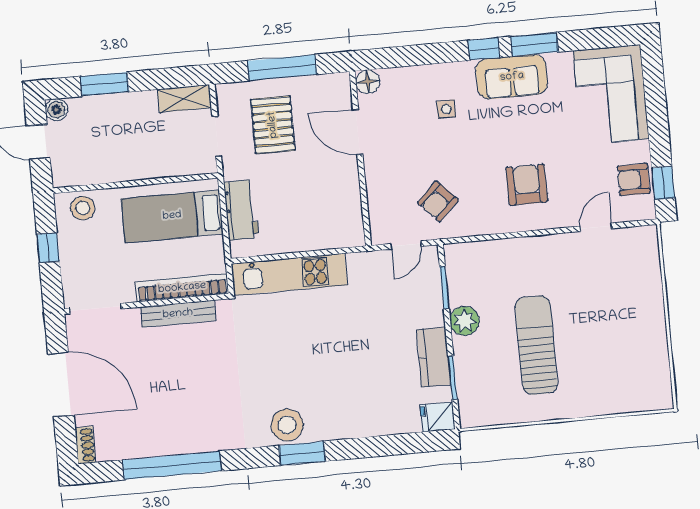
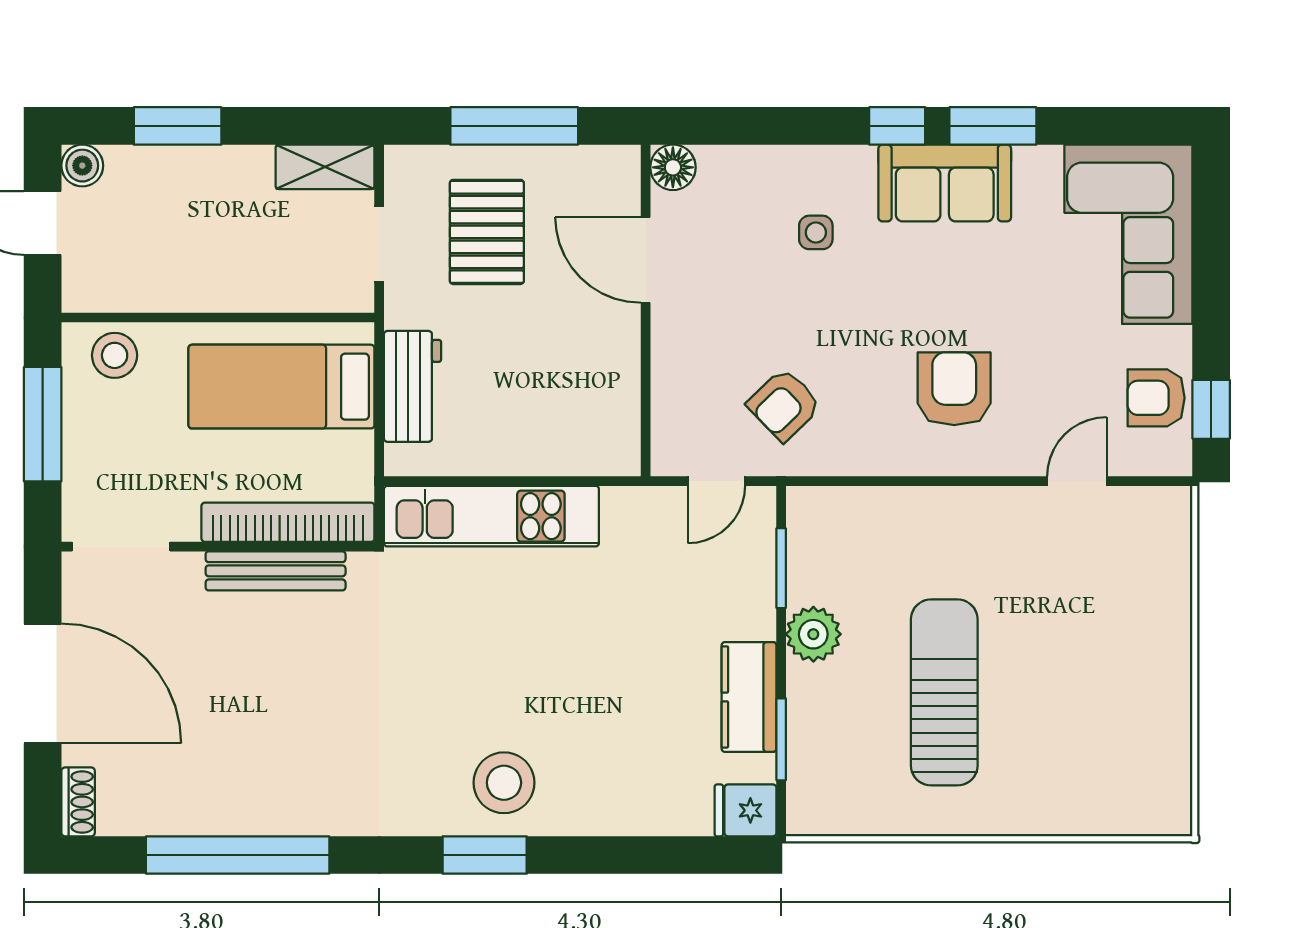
window: (48, 248) -> (43, 424), width x2.17
stool: (287, 425) -> (504, 783), moved

